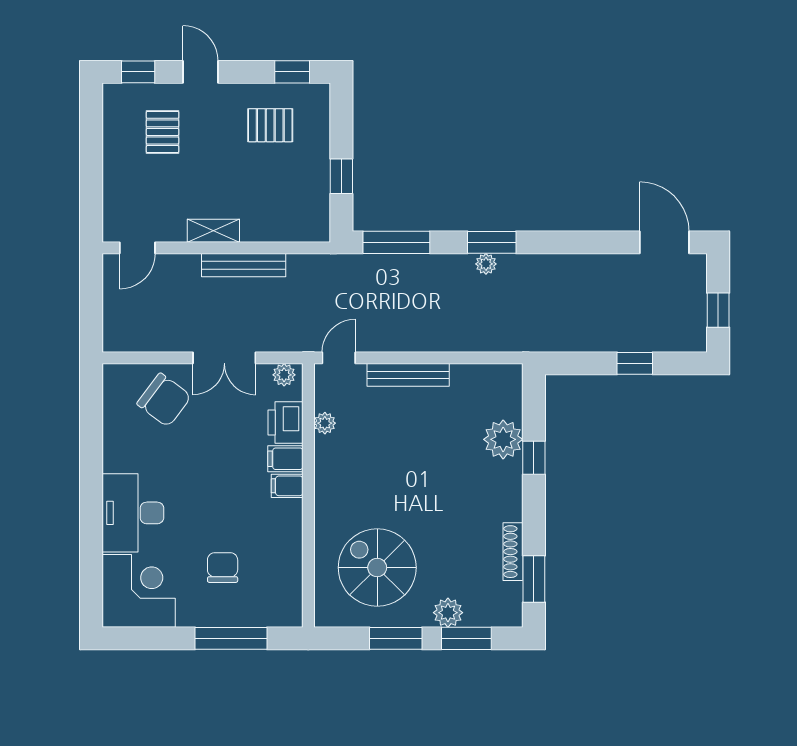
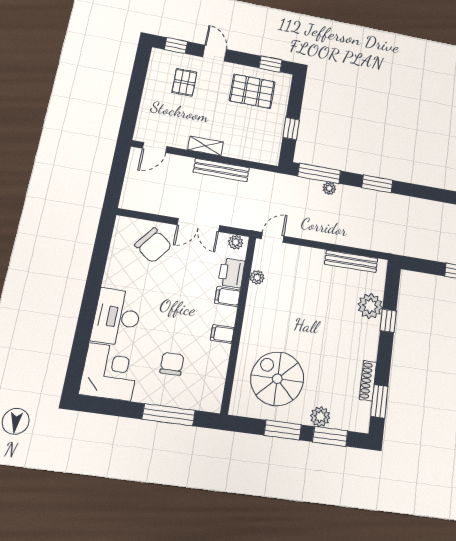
pallet: (270, 125) -> (252, 91), width x1.50, depth x1.42
plant: (486, 264) -> (329, 188), moved
bench: (408, 375) -> (351, 261), moved
filing cabinet: (287, 486) -> (222, 334), moved

